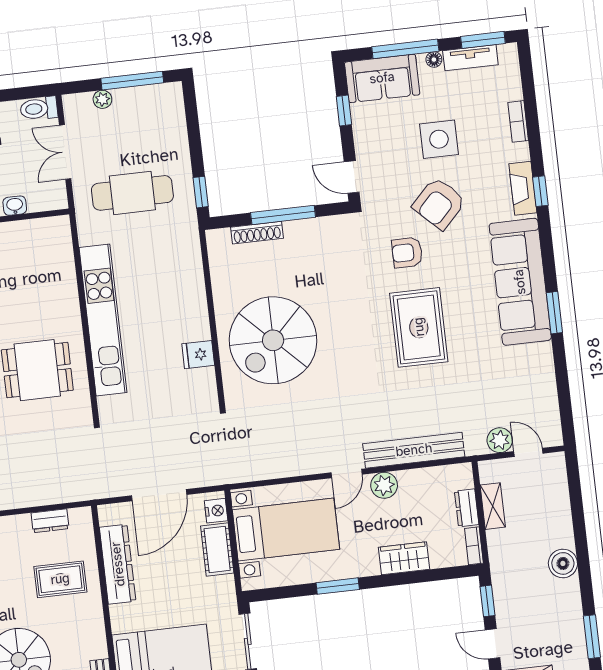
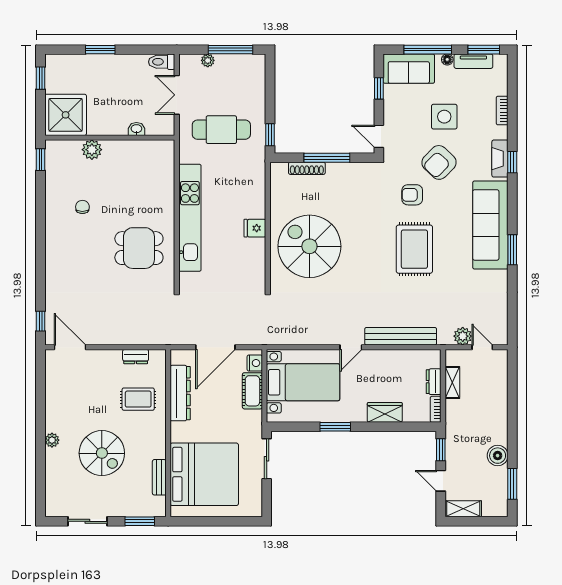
spiral stairs: (273, 340) -> (309, 246), turned 90
fridge: (198, 355) -> (255, 228), moved
plant: (384, 485) -> (377, 359), removed
boiler: (563, 563) -> (498, 456), moved

